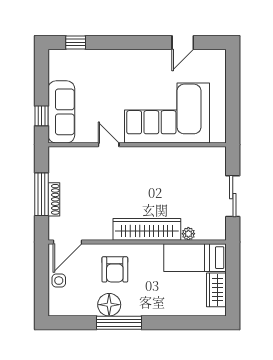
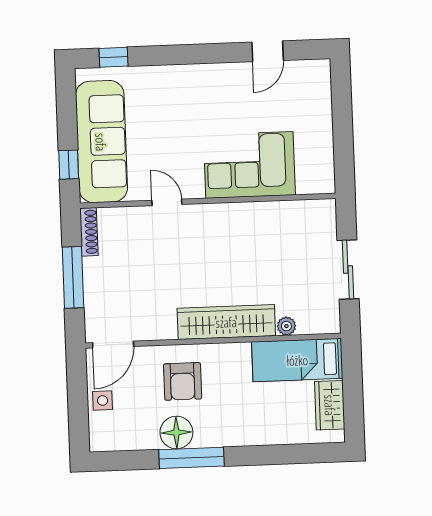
sofa: (61, 112) -> (101, 142), width x1.36, depth x1.27
corner sofa: (167, 113) -> (249, 165), width x0.73, depth x0.74
shoe rack: (54, 199) -> (89, 232), moved

